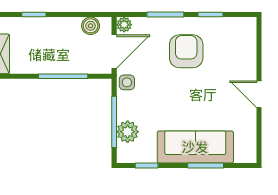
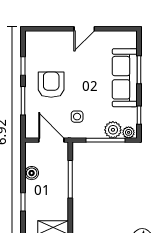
plant: (124, 25) -> (129, 132), moved
boiler: (91, 26) -> (32, 173), moved
armchair: (186, 51) -> (51, 85), turned 90
side table: (127, 82) -> (77, 117), moved

